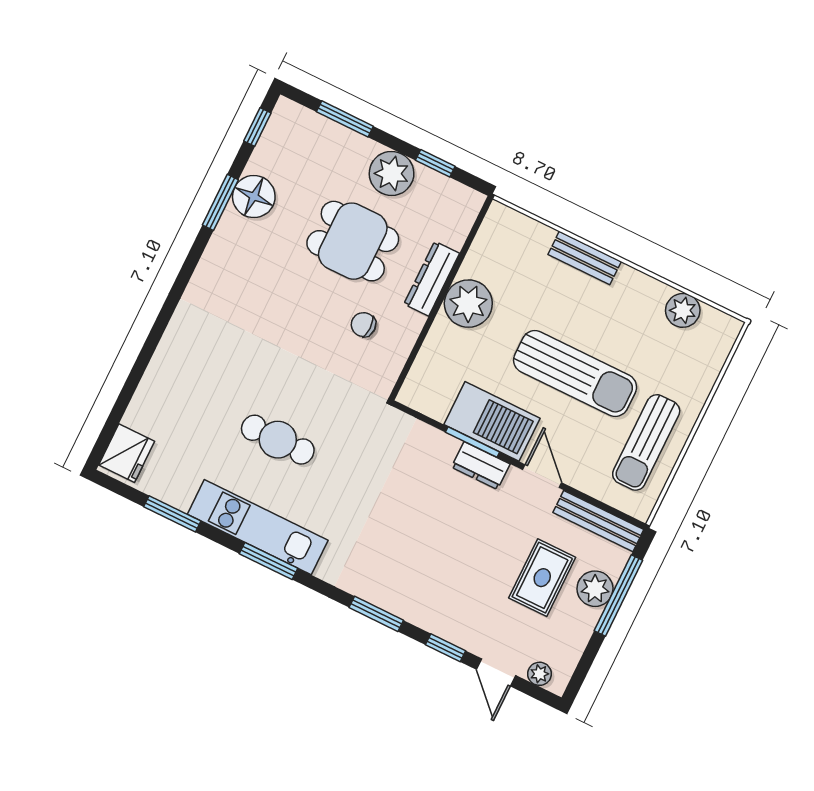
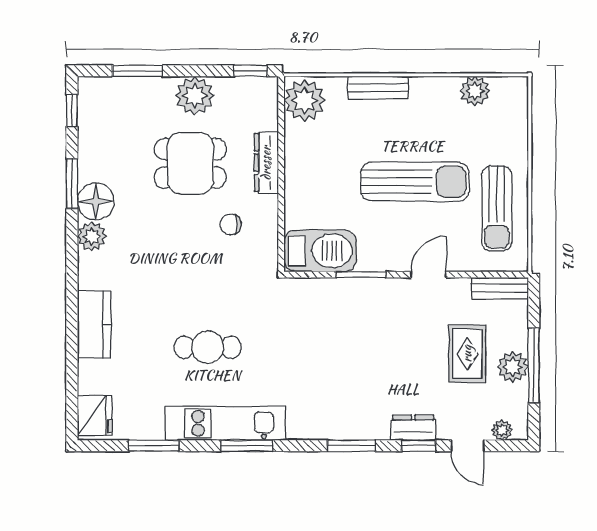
window: (435, 163) -> (251, 71), moved
floor lamp: (254, 197) -> (96, 201), moved
plant: (214, 267) -> (92, 236), added
plant: (468, 304) -> (305, 100), moved
kitchen counter: (172, 359) -> (94, 324), added
barbecue: (492, 421) -> (320, 251), moved
dresser: (481, 466) -> (413, 428), moved, turned 180
door: (542, 476) -> (428, 275), hinge flipped
bench: (598, 521) -> (500, 288), width x0.73
plant: (595, 589) -> (513, 367), moved
window: (618, 596) -> (534, 365), moved

